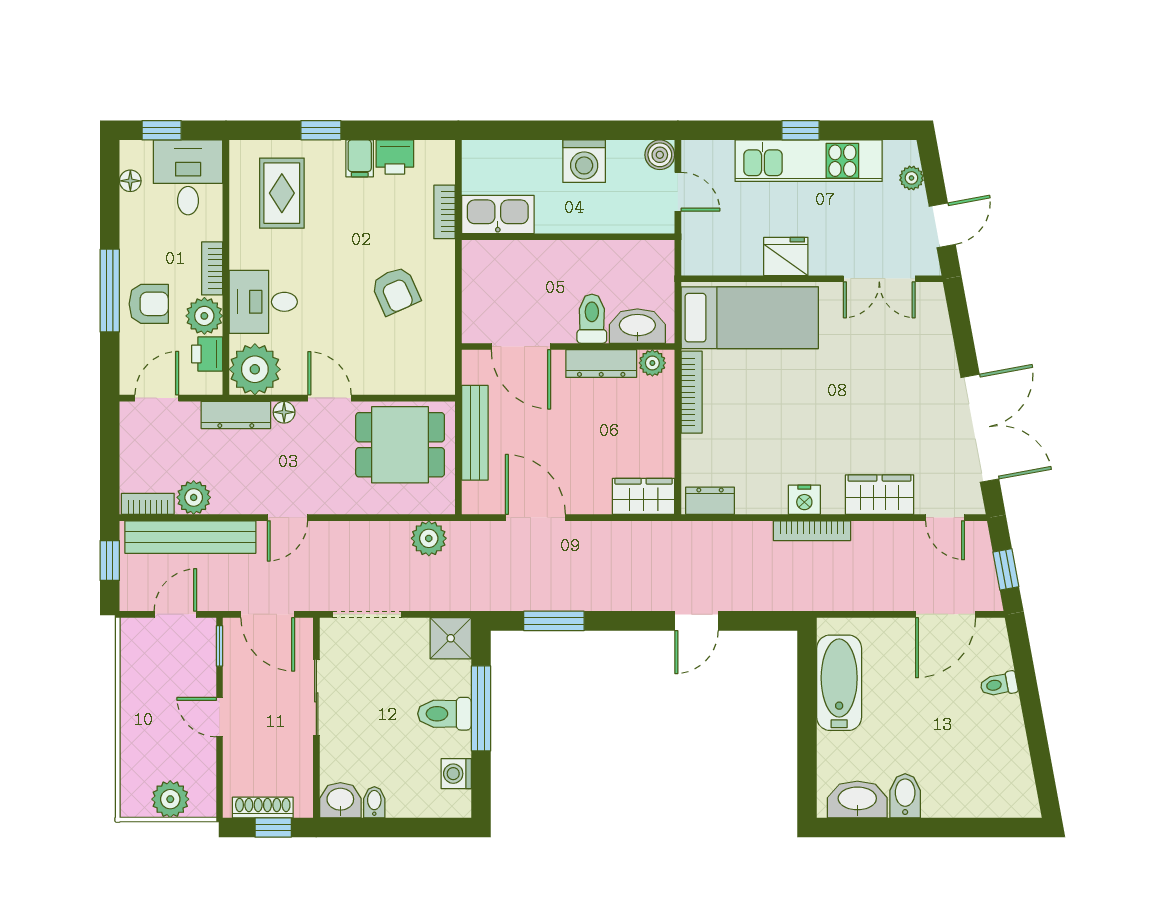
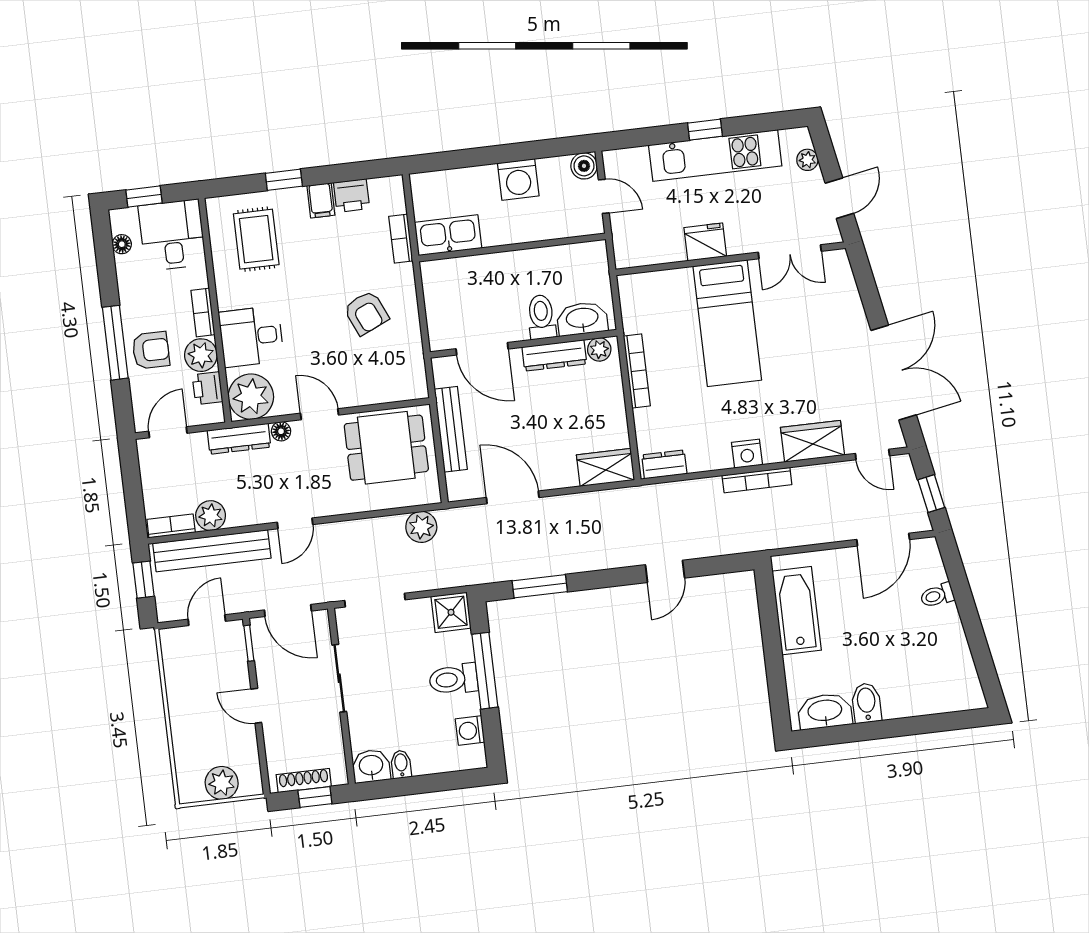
bed: (750, 318) -> (727, 323), moved, turned 90

